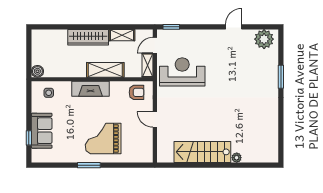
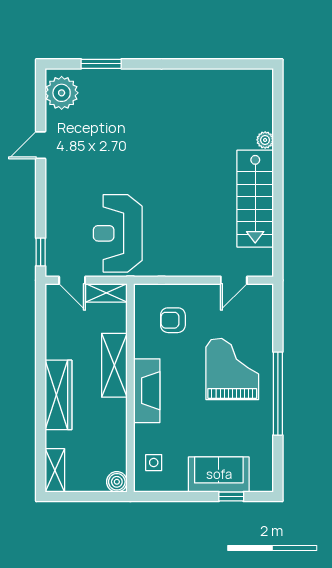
door: (234, 27) -> (41, 145), hinge flipped
shelving: (122, 35) -> (55, 470), moved
window: (281, 77) -> (101, 64), moved
armchair: (137, 92) -> (173, 320), moved, turned -90
door: (155, 119) -> (234, 280), moved
grand piano: (103, 139) -> (232, 369), turned 180
window: (89, 165) -> (278, 394), width x2.11

